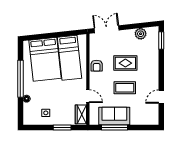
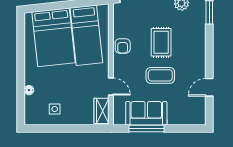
rug: (125, 63) -> (161, 42), turned 90
window: (20, 79) -> (21, 63), removed
window: (62, 127) -> (76, 129), removed

